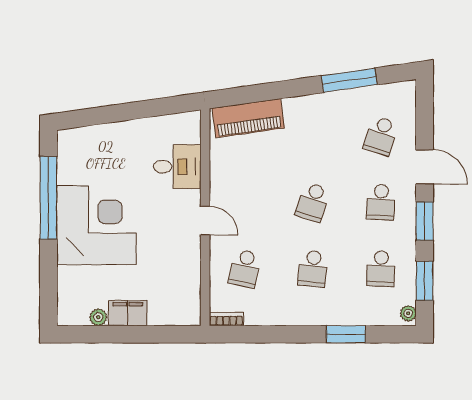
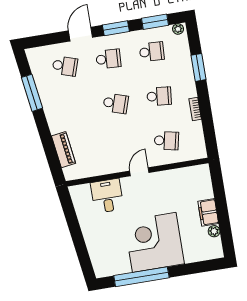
piano: (248, 118) -> (64, 150), width x0.73, depth x0.75
bookcase: (226, 319) -> (195, 109), moved

